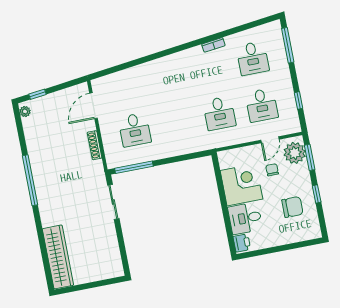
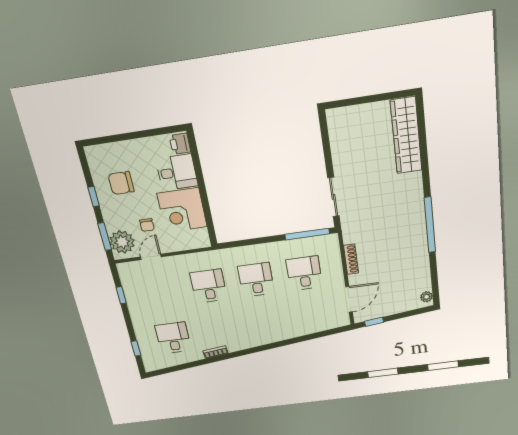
window: (288, 45) -> (136, 348), width x0.46
window: (37, 94) -> (374, 322), moved
desk: (262, 105) -> (256, 280), moved

